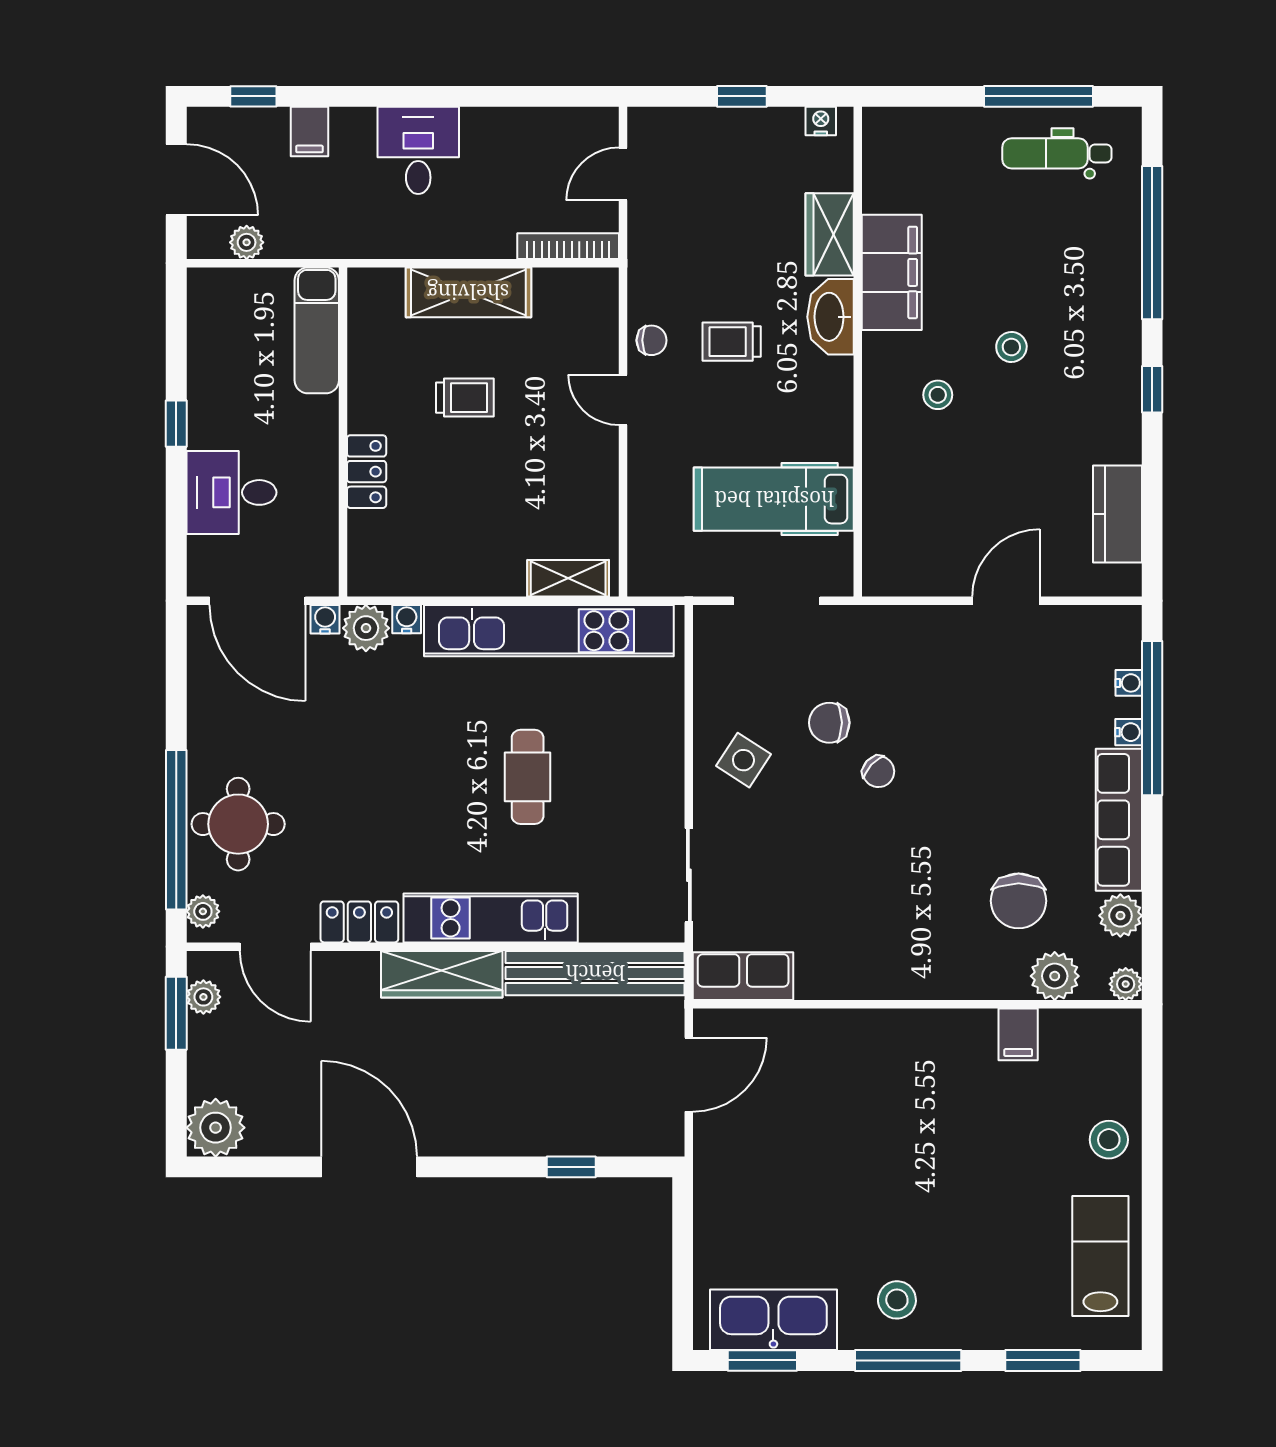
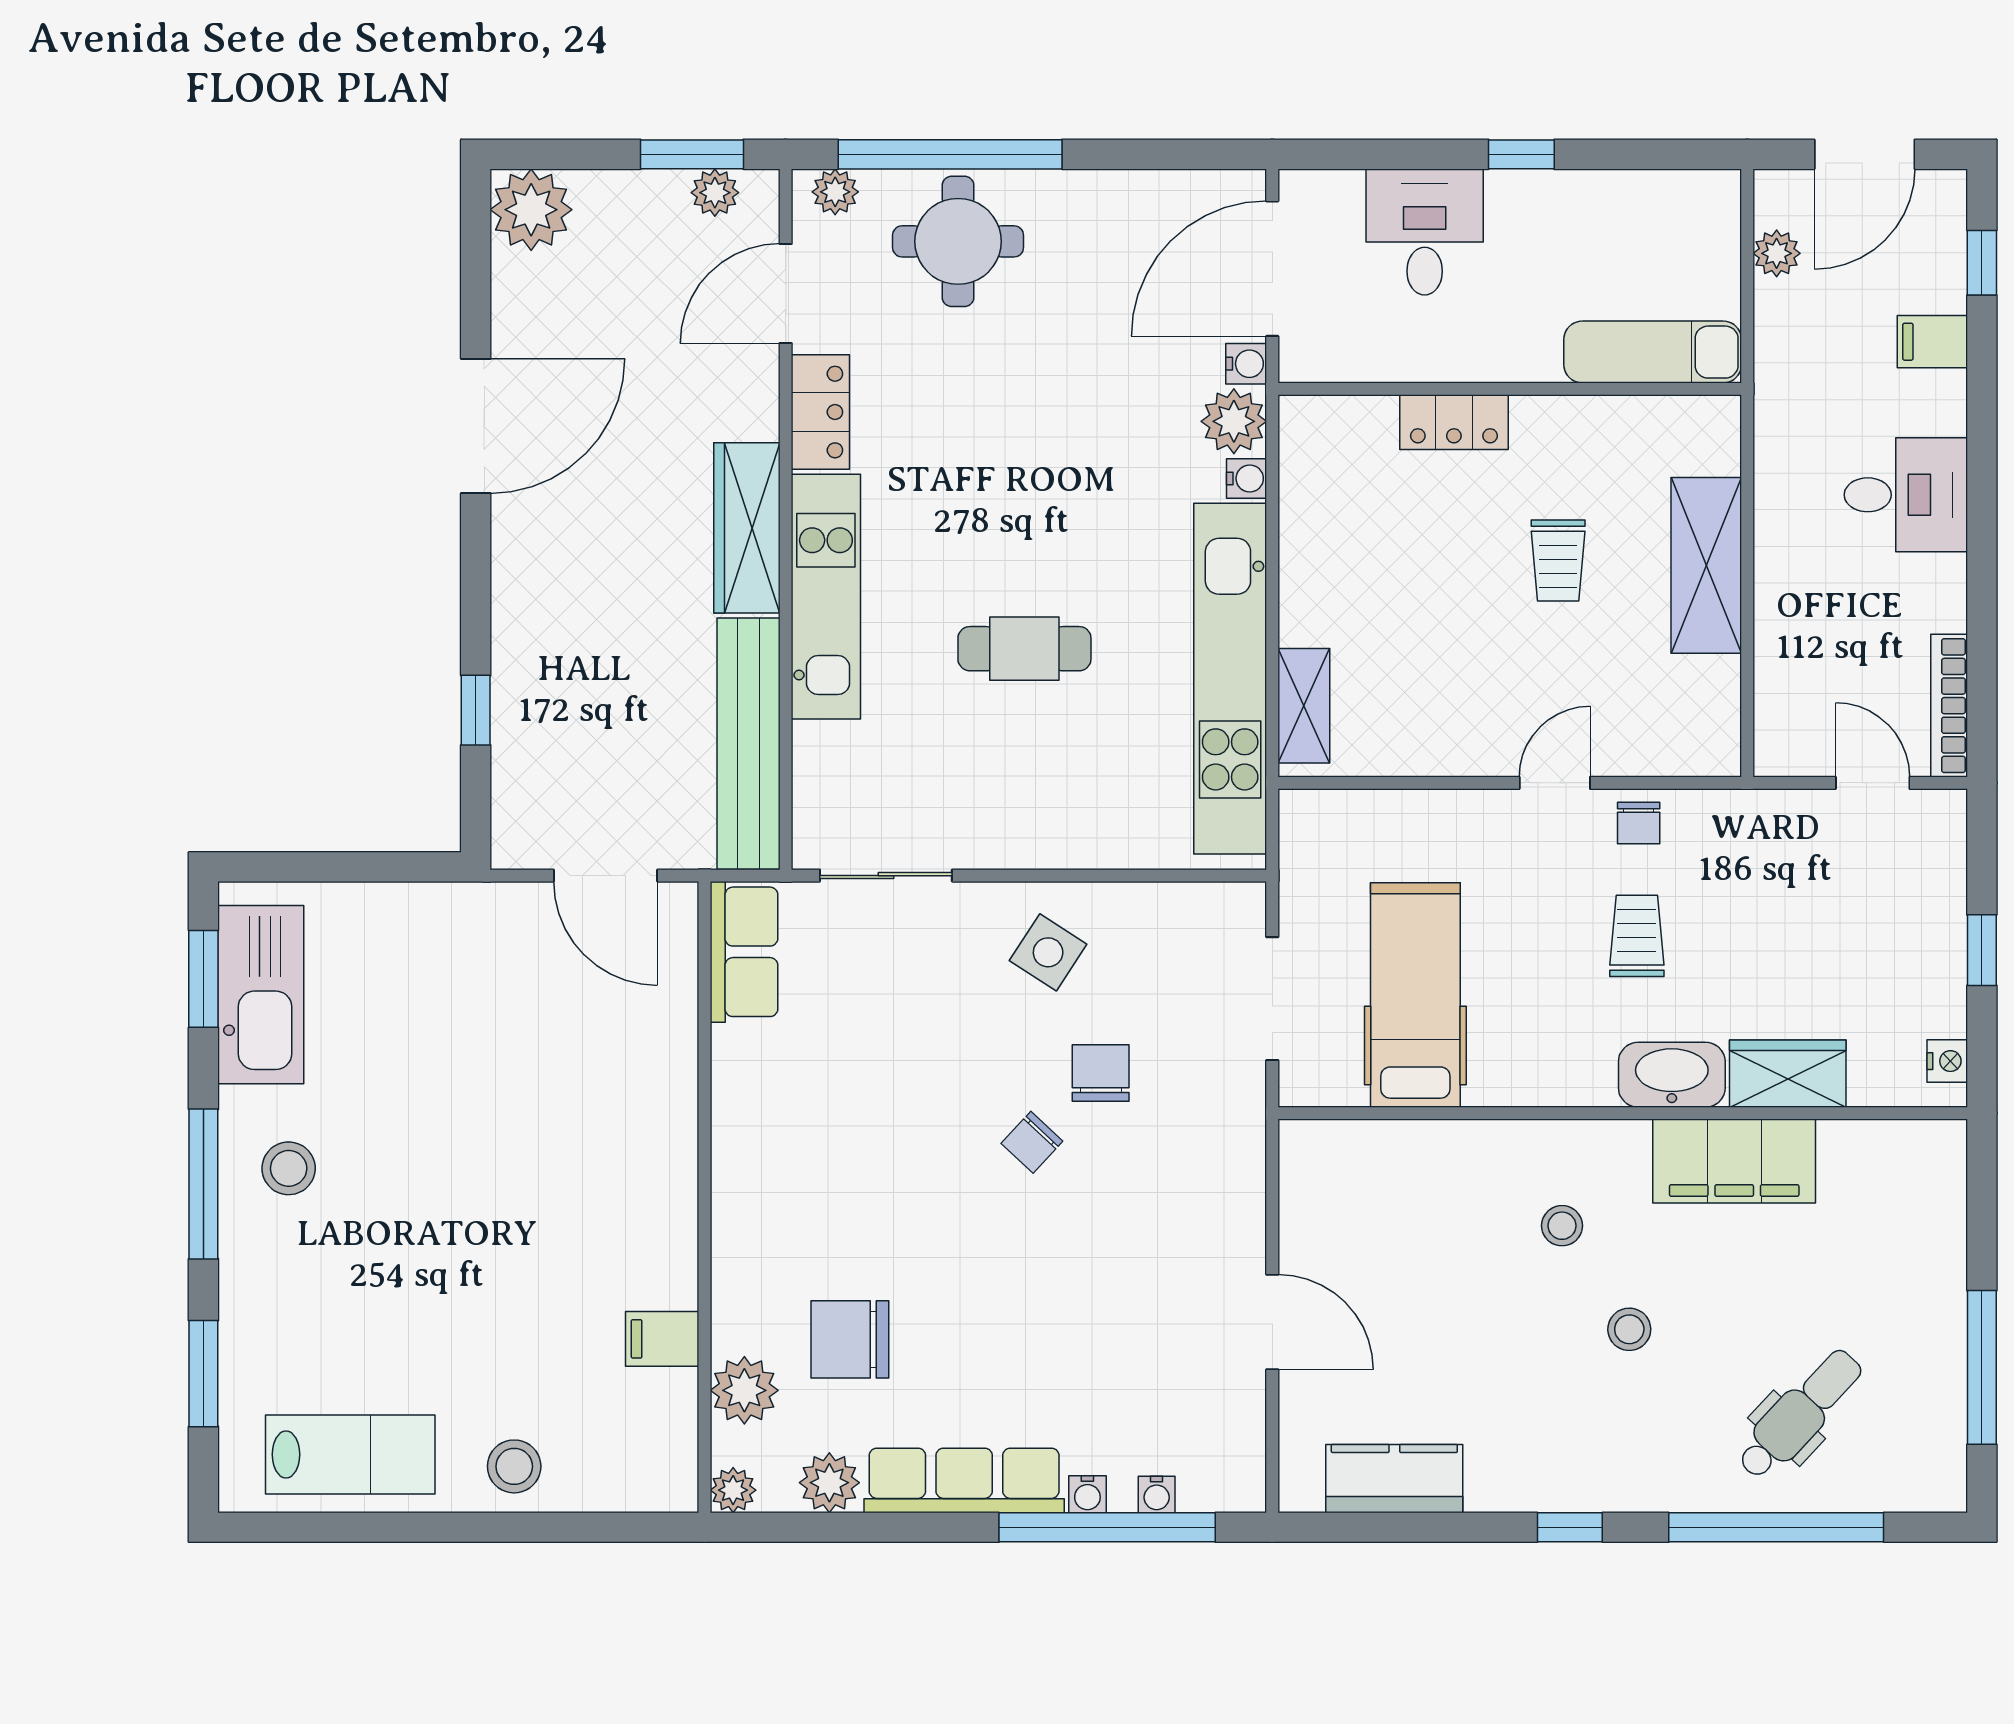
dental chair: (1057, 153) -> (1800, 1414), moved, turned 43
bookcase: (568, 246) -> (1949, 706), moved, turned 180

